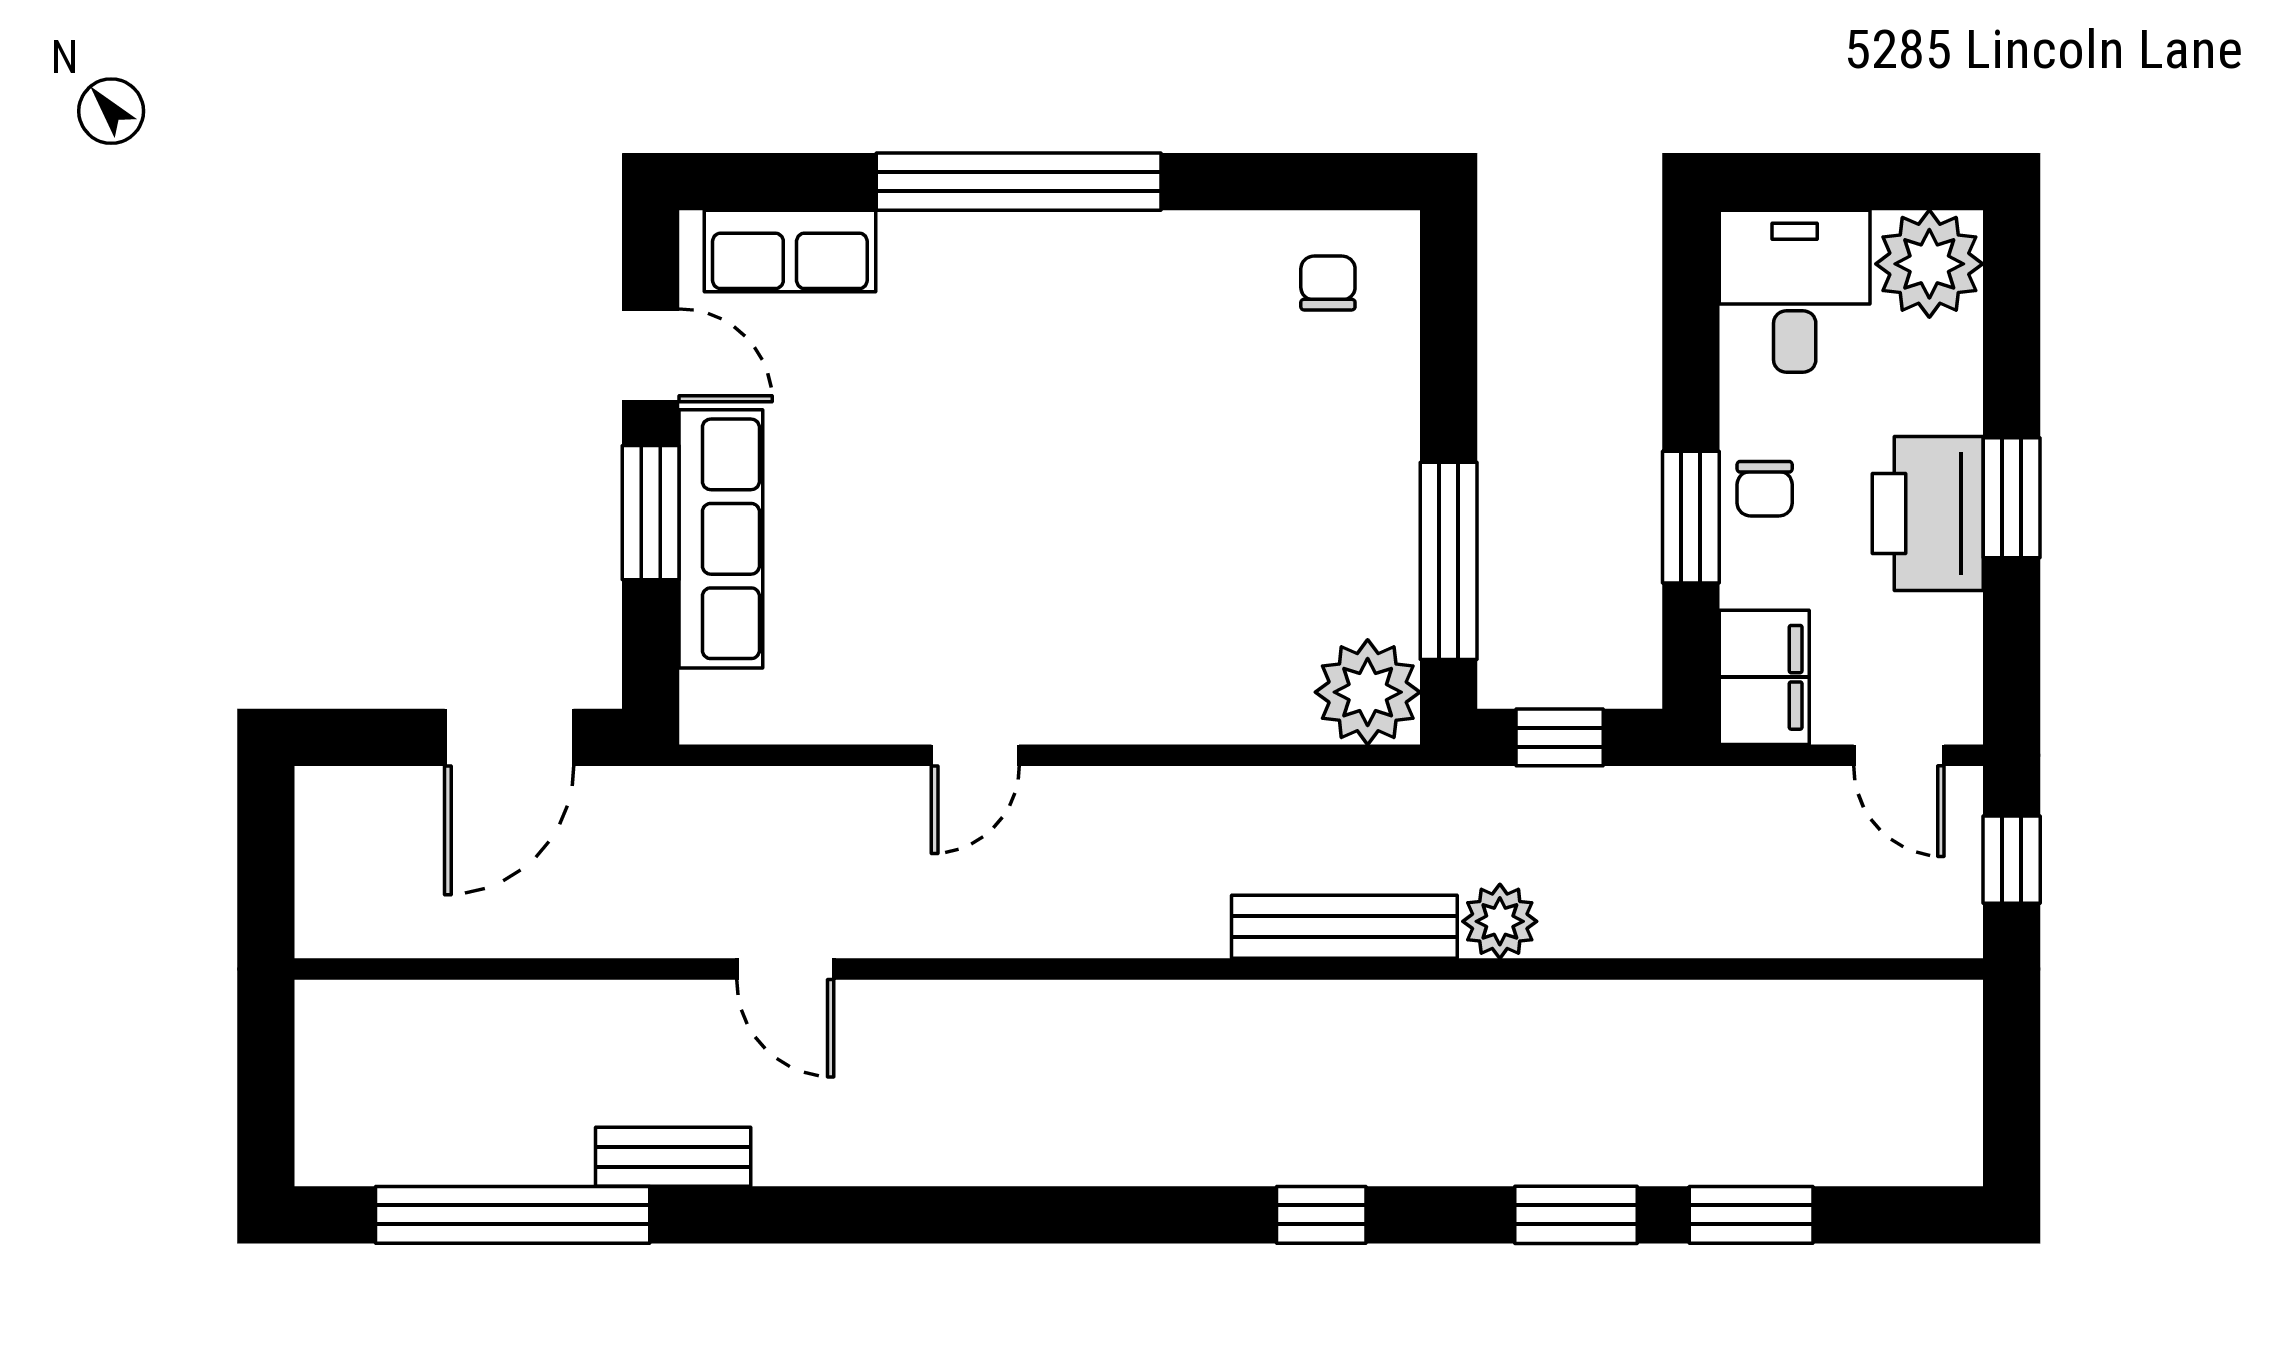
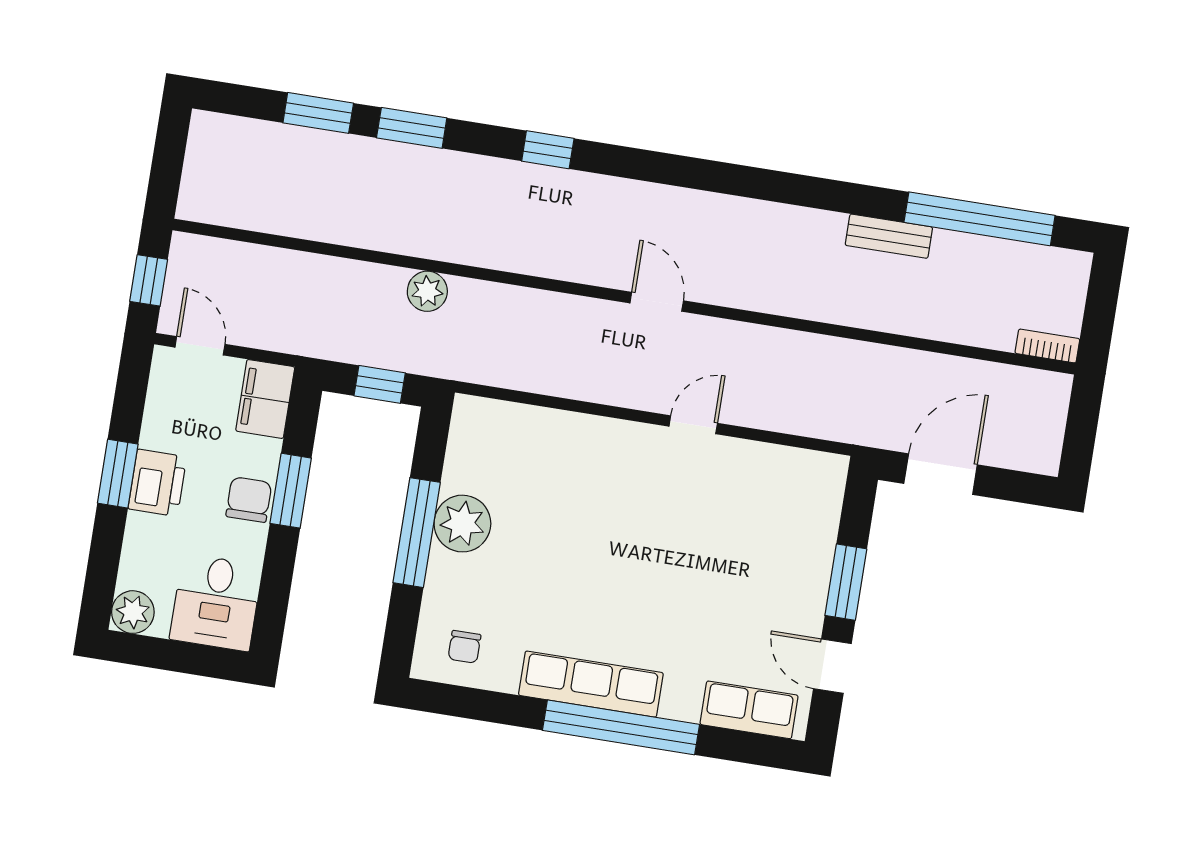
plant: (1929, 264) -> (133, 612), width x0.73, depth x0.73
chair: (1765, 489) -> (249, 500), width x1.37, depth x1.37
printer: (1928, 514) -> (157, 483), width x0.73, depth x0.84
row of seats: (721, 539) -> (591, 684), moved, turned 90
window: (1449, 561) -> (417, 533), moved
plant: (1368, 692) -> (462, 524), moved
bench: (1344, 927) -> (511, 302), removed
door: (785, 969) -> (657, 302), moved
bookcase: (352, 1003) -> (1047, 346), added

